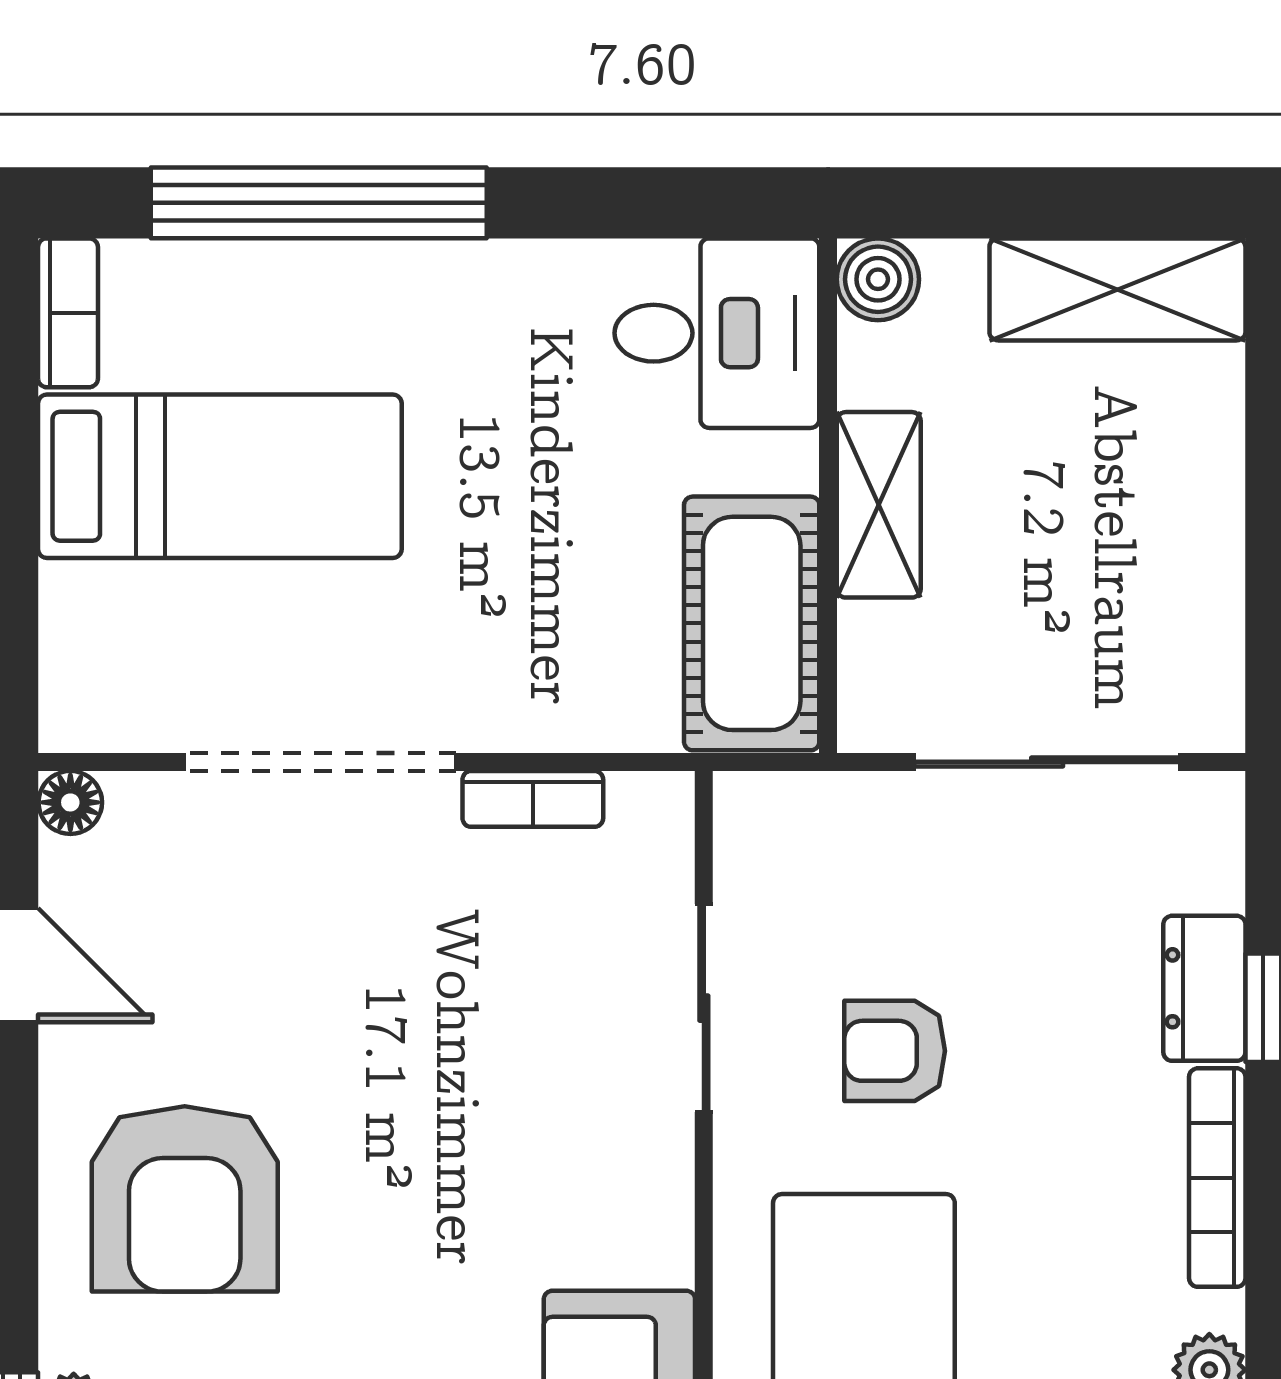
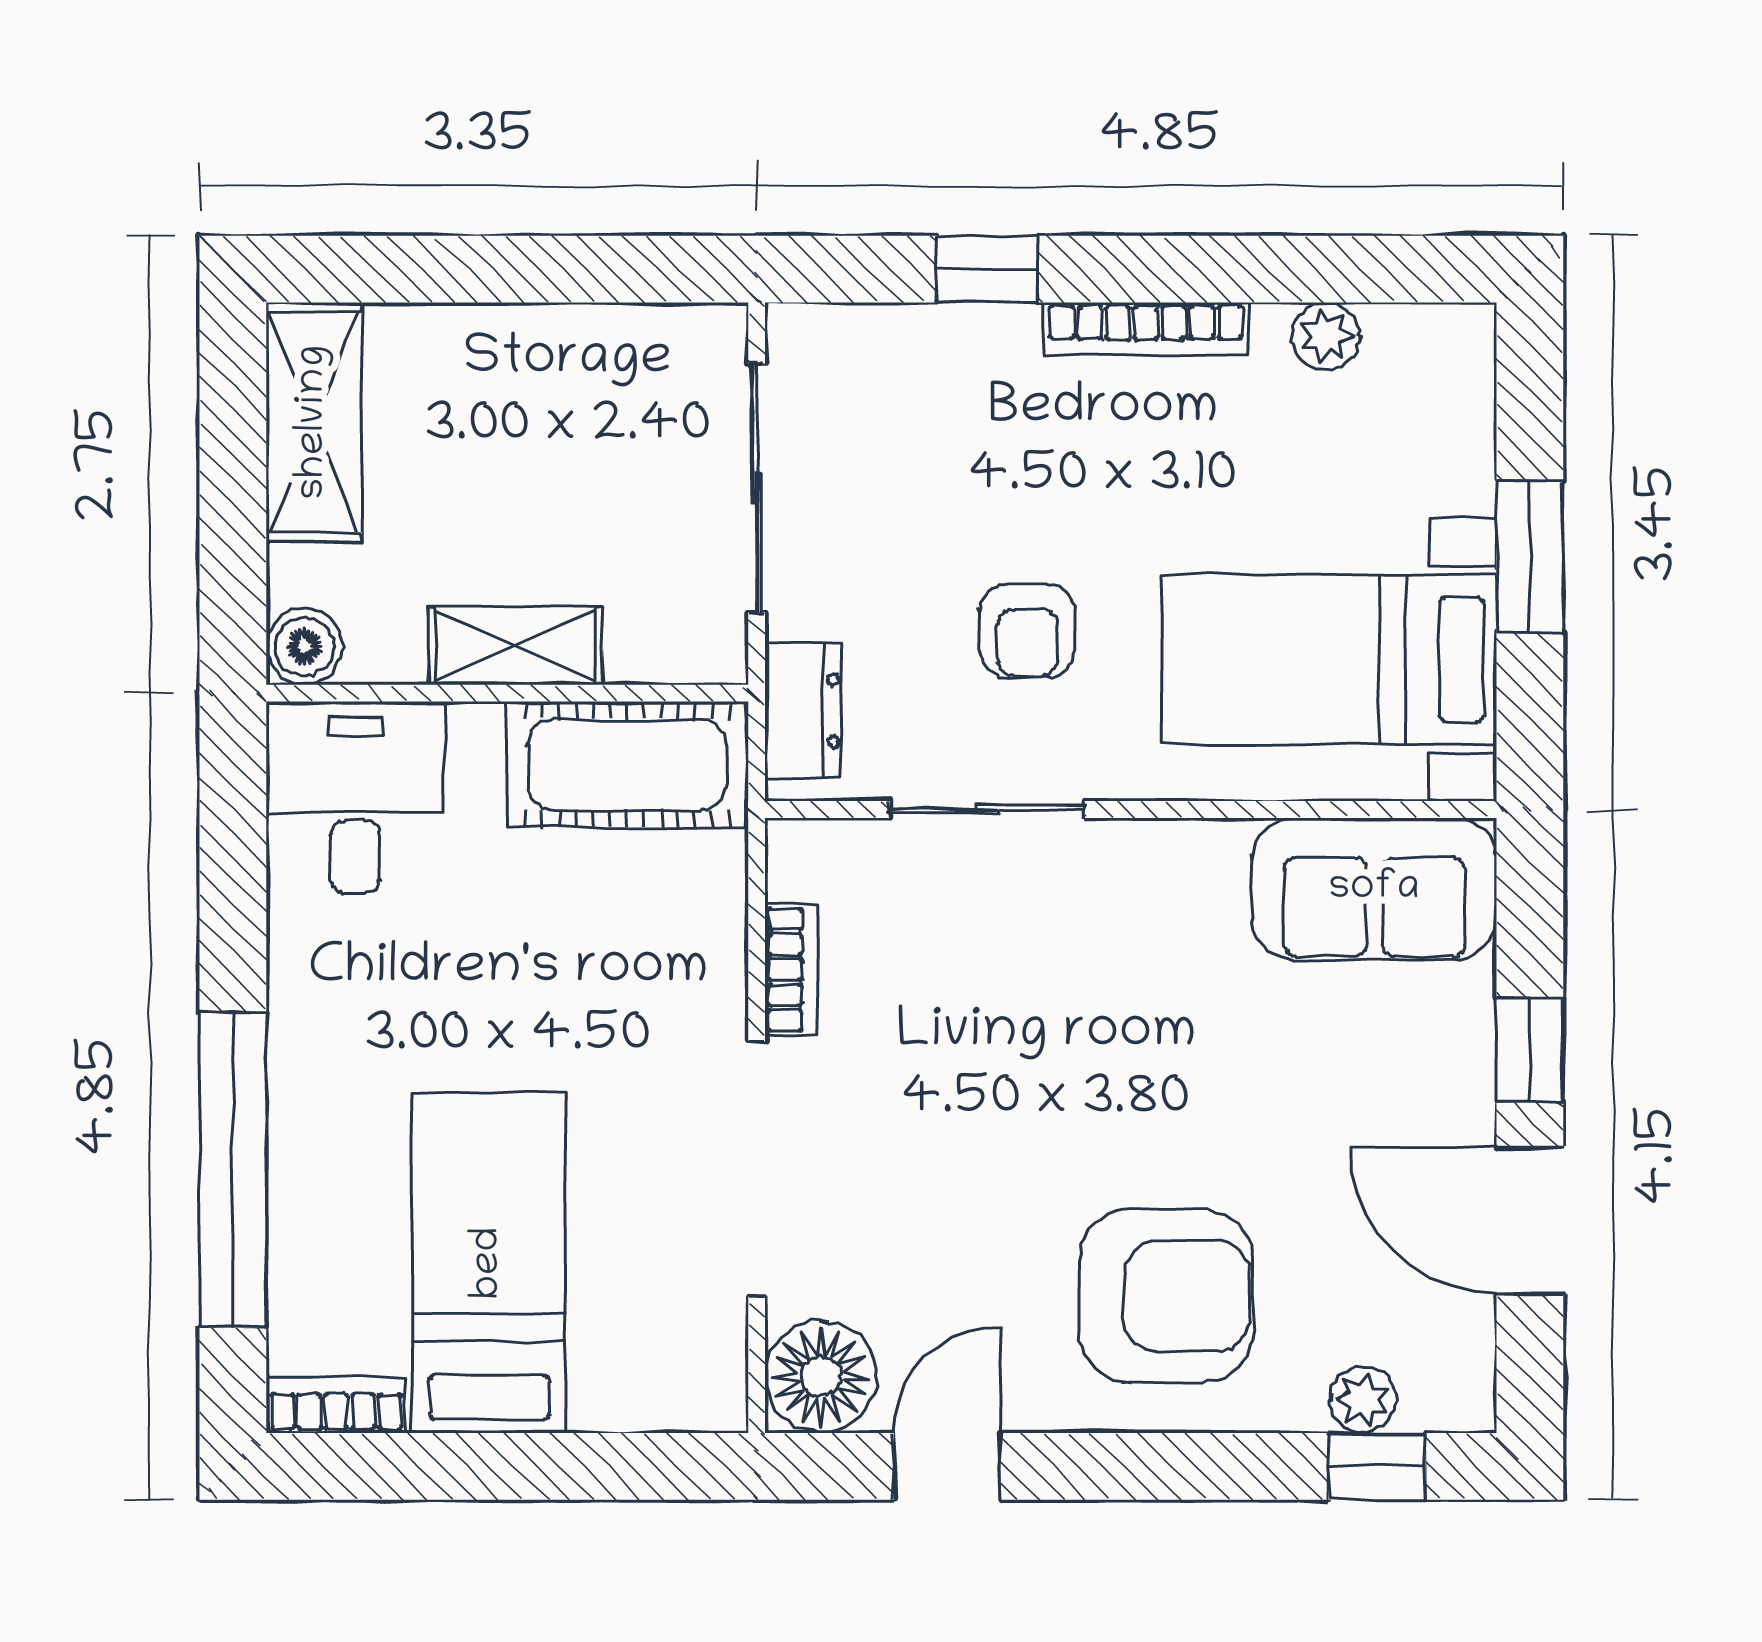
floor lamp: (70, 802) -> (821, 1377), width x1.89, depth x1.89
dresser: (1204, 988) -> (803, 711), moved, turned -90

